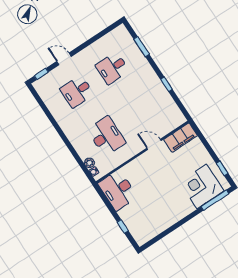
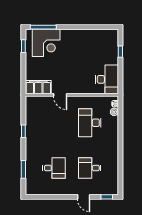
desk: (77, 92) -> (90, 168), turned 180

